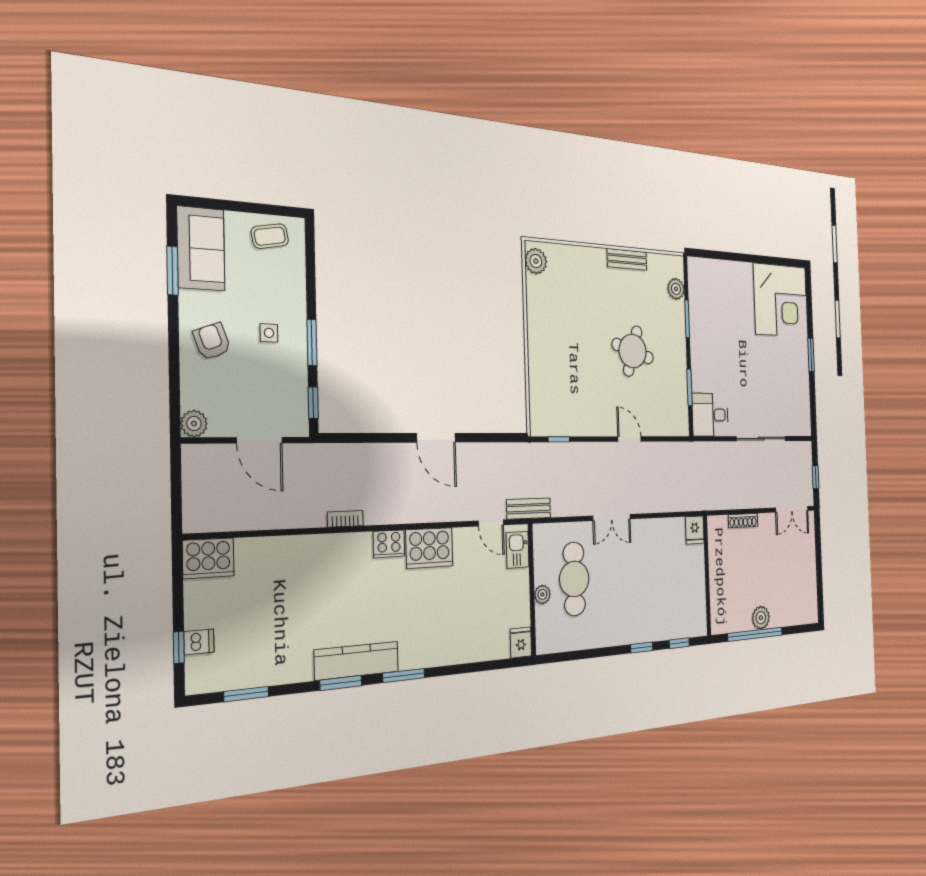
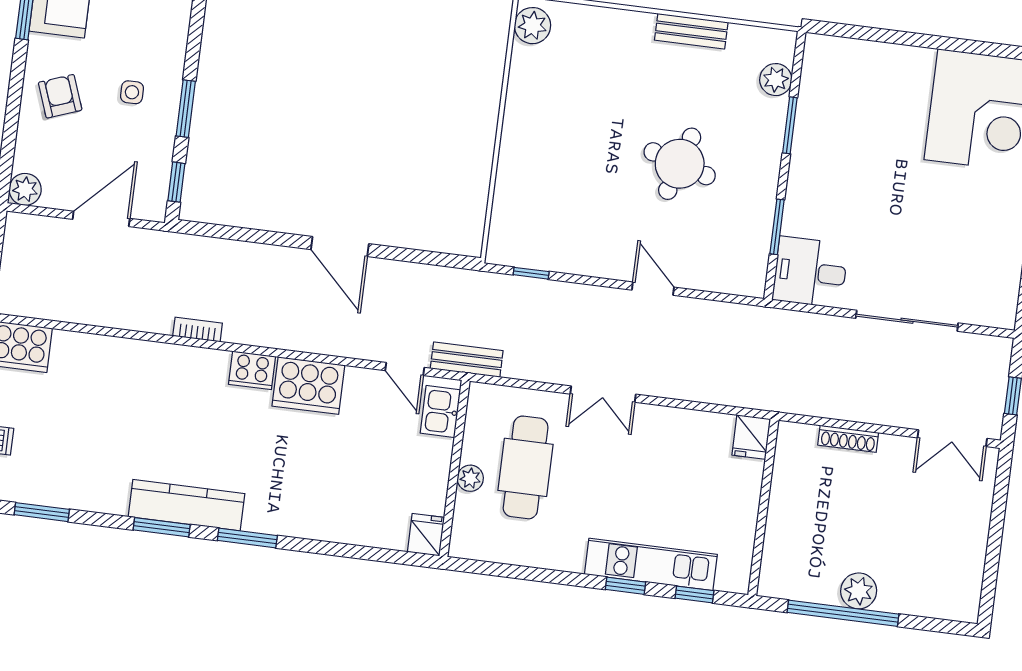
door: (259, 440) -> (101, 219), swing flipped
kitchen unit: (654, 629) -> (651, 564), added

